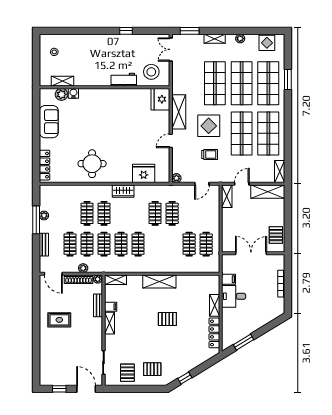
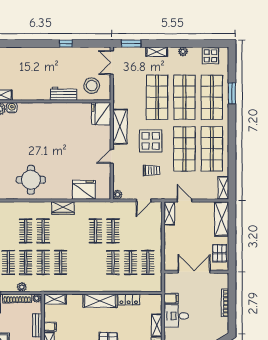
door: (242, 184) -> (185, 200), hinge flipped
shelving: (268, 192) -> (222, 219), moved, turned 90
clothes rail: (138, 244) -> (113, 262), moved
locker: (187, 280) -> (129, 299), added

